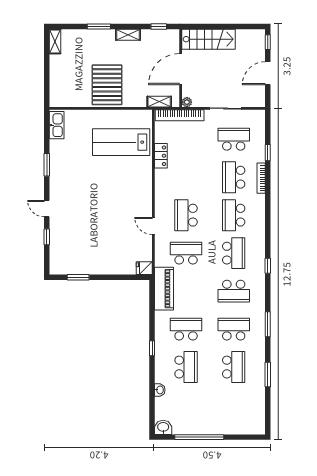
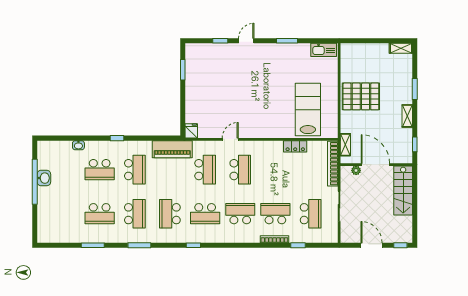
plant: (187, 102) -> (356, 170), moved
school desk: (186, 215) -> (240, 170), turned 90
washbasin: (163, 427) -> (44, 178), moved

